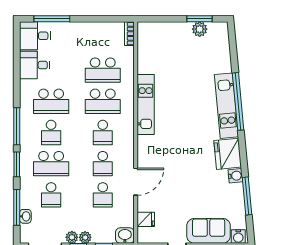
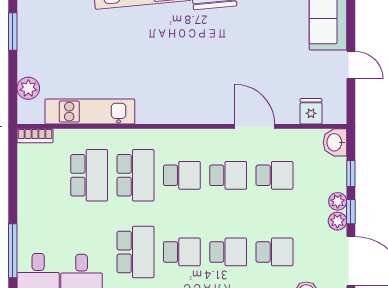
plant: (200, 29) -> (28, 88), moved
kitchen unit: (146, 105) -> (90, 112), moved
school desk: (51, 164) -> (228, 252), width x0.54

